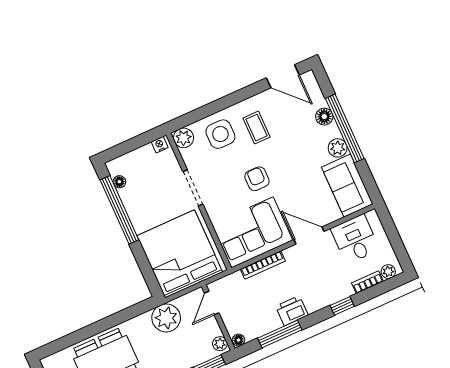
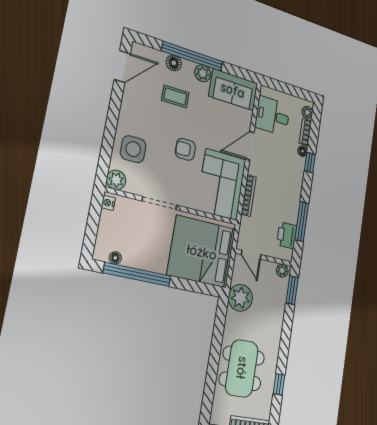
coffee table: (256, 128) -> (175, 96), moved
printer: (292, 311) -> (287, 235), moved
floor lamp: (238, 340) -> (303, 151), moved

